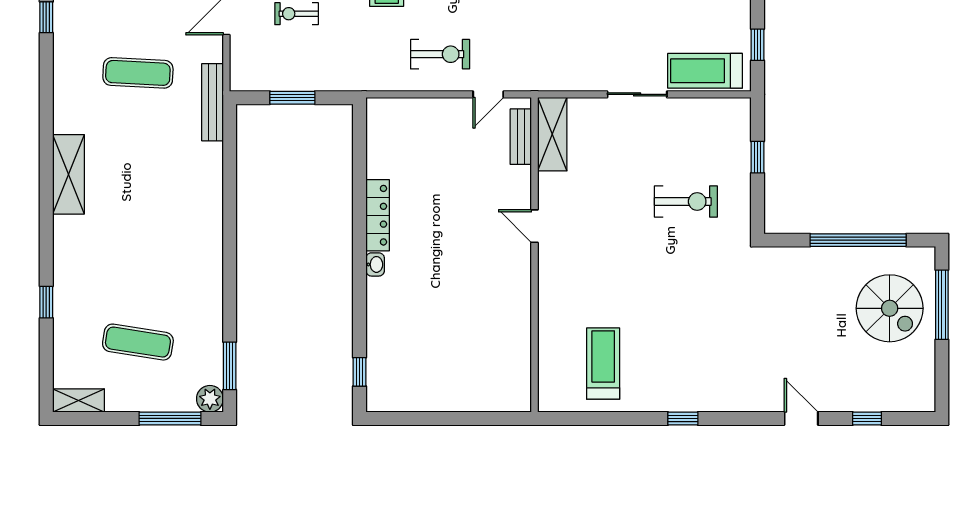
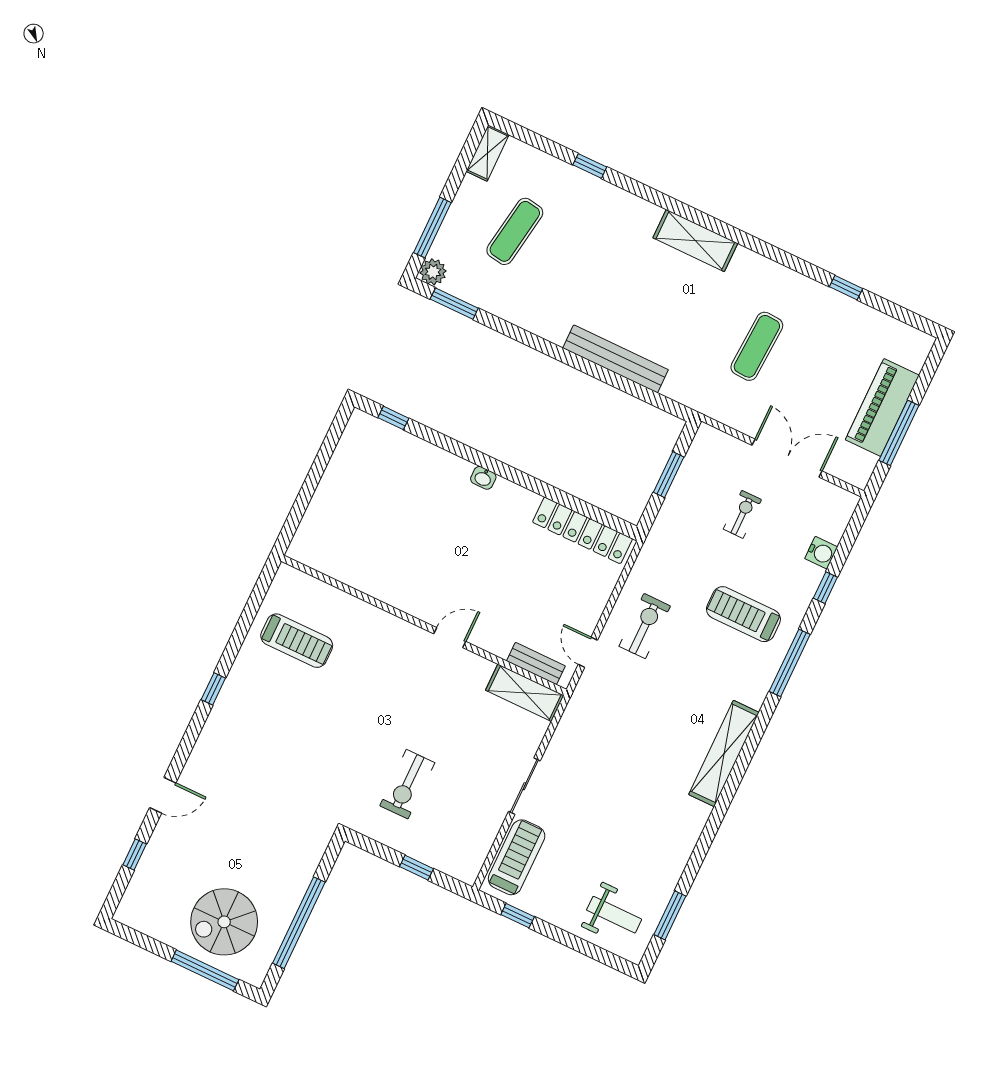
exercise bike: (440, 54) -> (645, 626), turned 180
bench: (212, 102) -> (616, 359), moved, width x1.37, depth x1.21
locker: (378, 215) -> (582, 530), moved, width x1.41, depth x1.21

